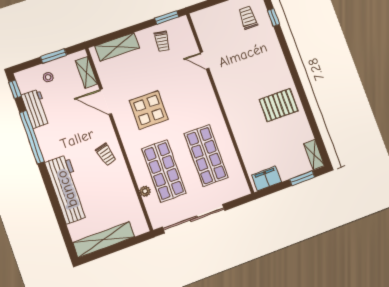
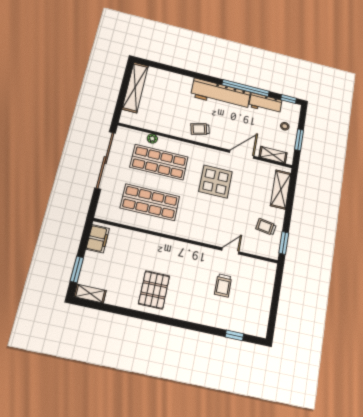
trolley: (248, 18) -> (223, 285), moved, turned 90
workbench: (67, 189) -> (221, 94), moved

